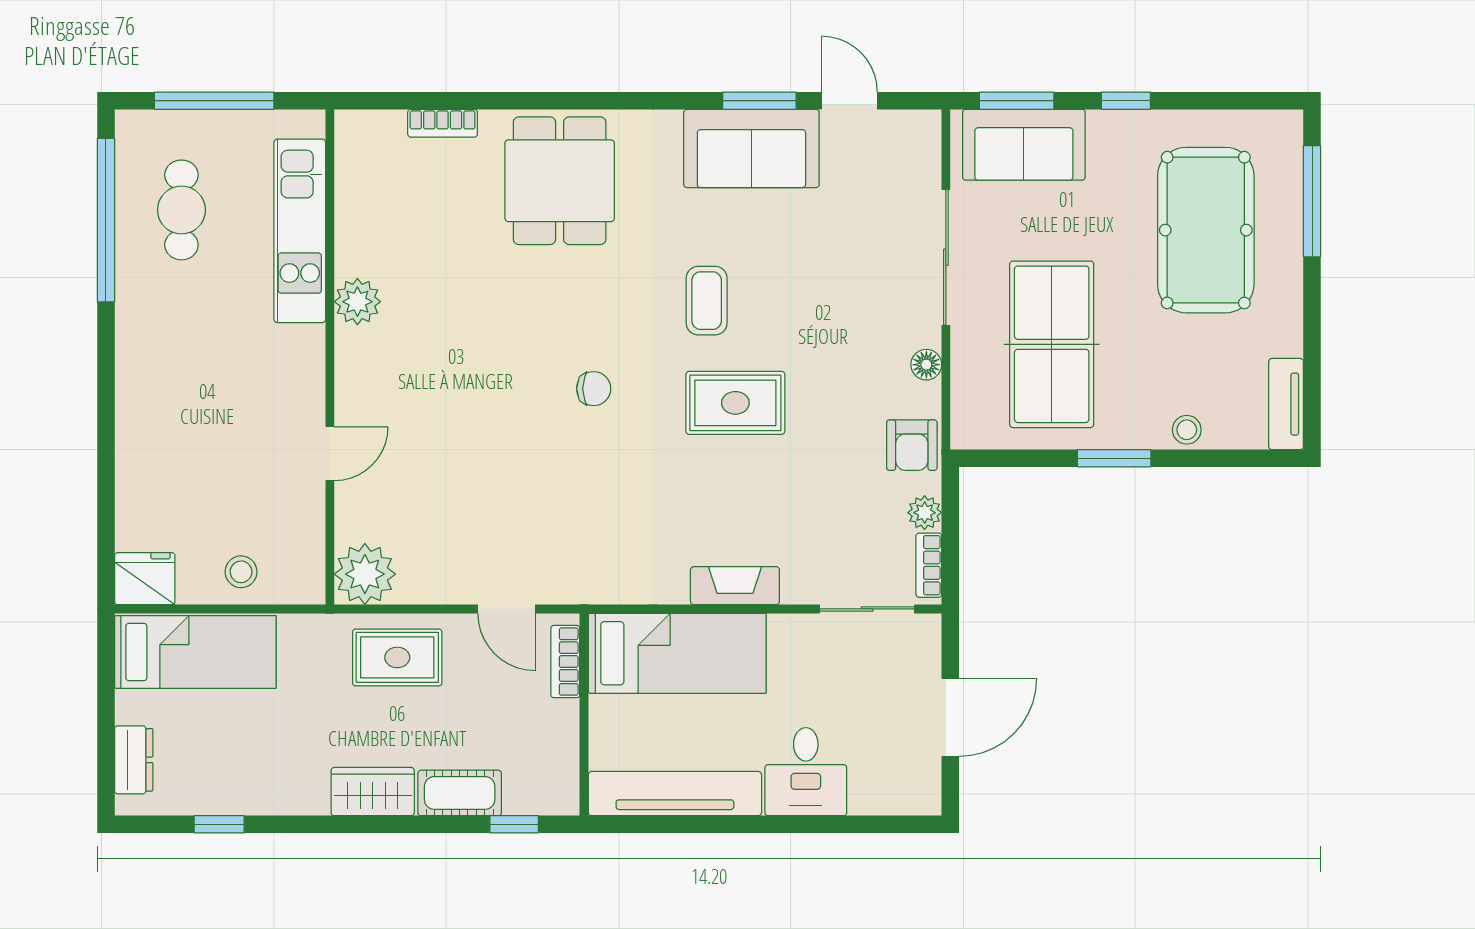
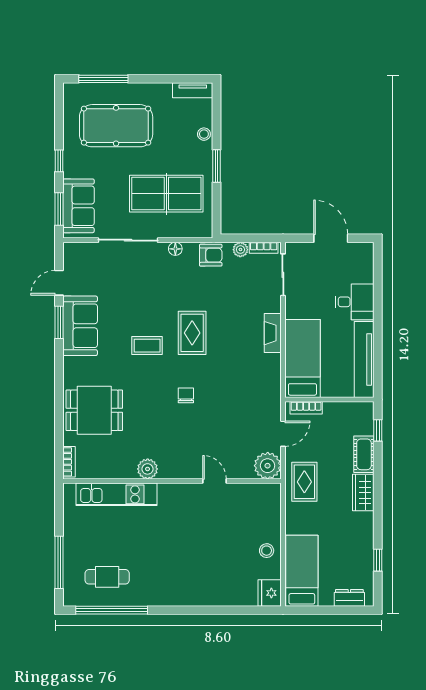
kitchen unit: (300, 231) -> (116, 494), moved
plant: (357, 302) -> (148, 469), moved
wall: (330, 357) -> (172, 481), moved
door: (330, 454) -> (215, 481), moved
plant: (365, 574) -> (268, 466), moved

